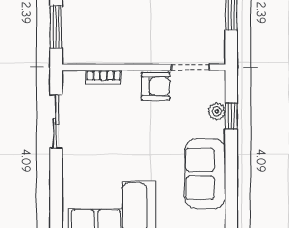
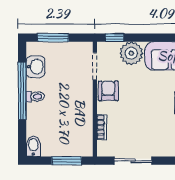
plant: (217, 111) -> (131, 53), width x1.88, depth x1.88
window: (231, 116) -> (114, 38), moved

